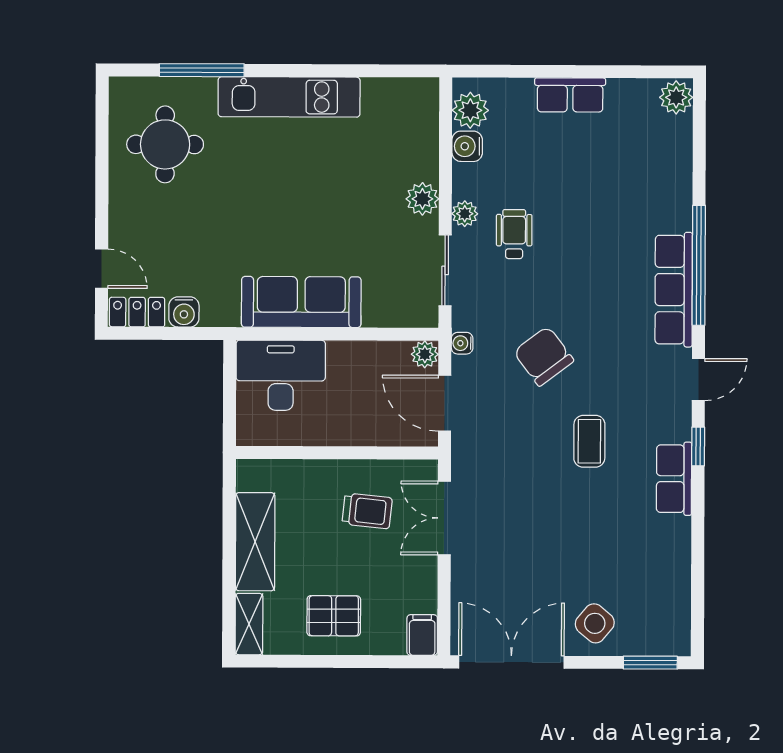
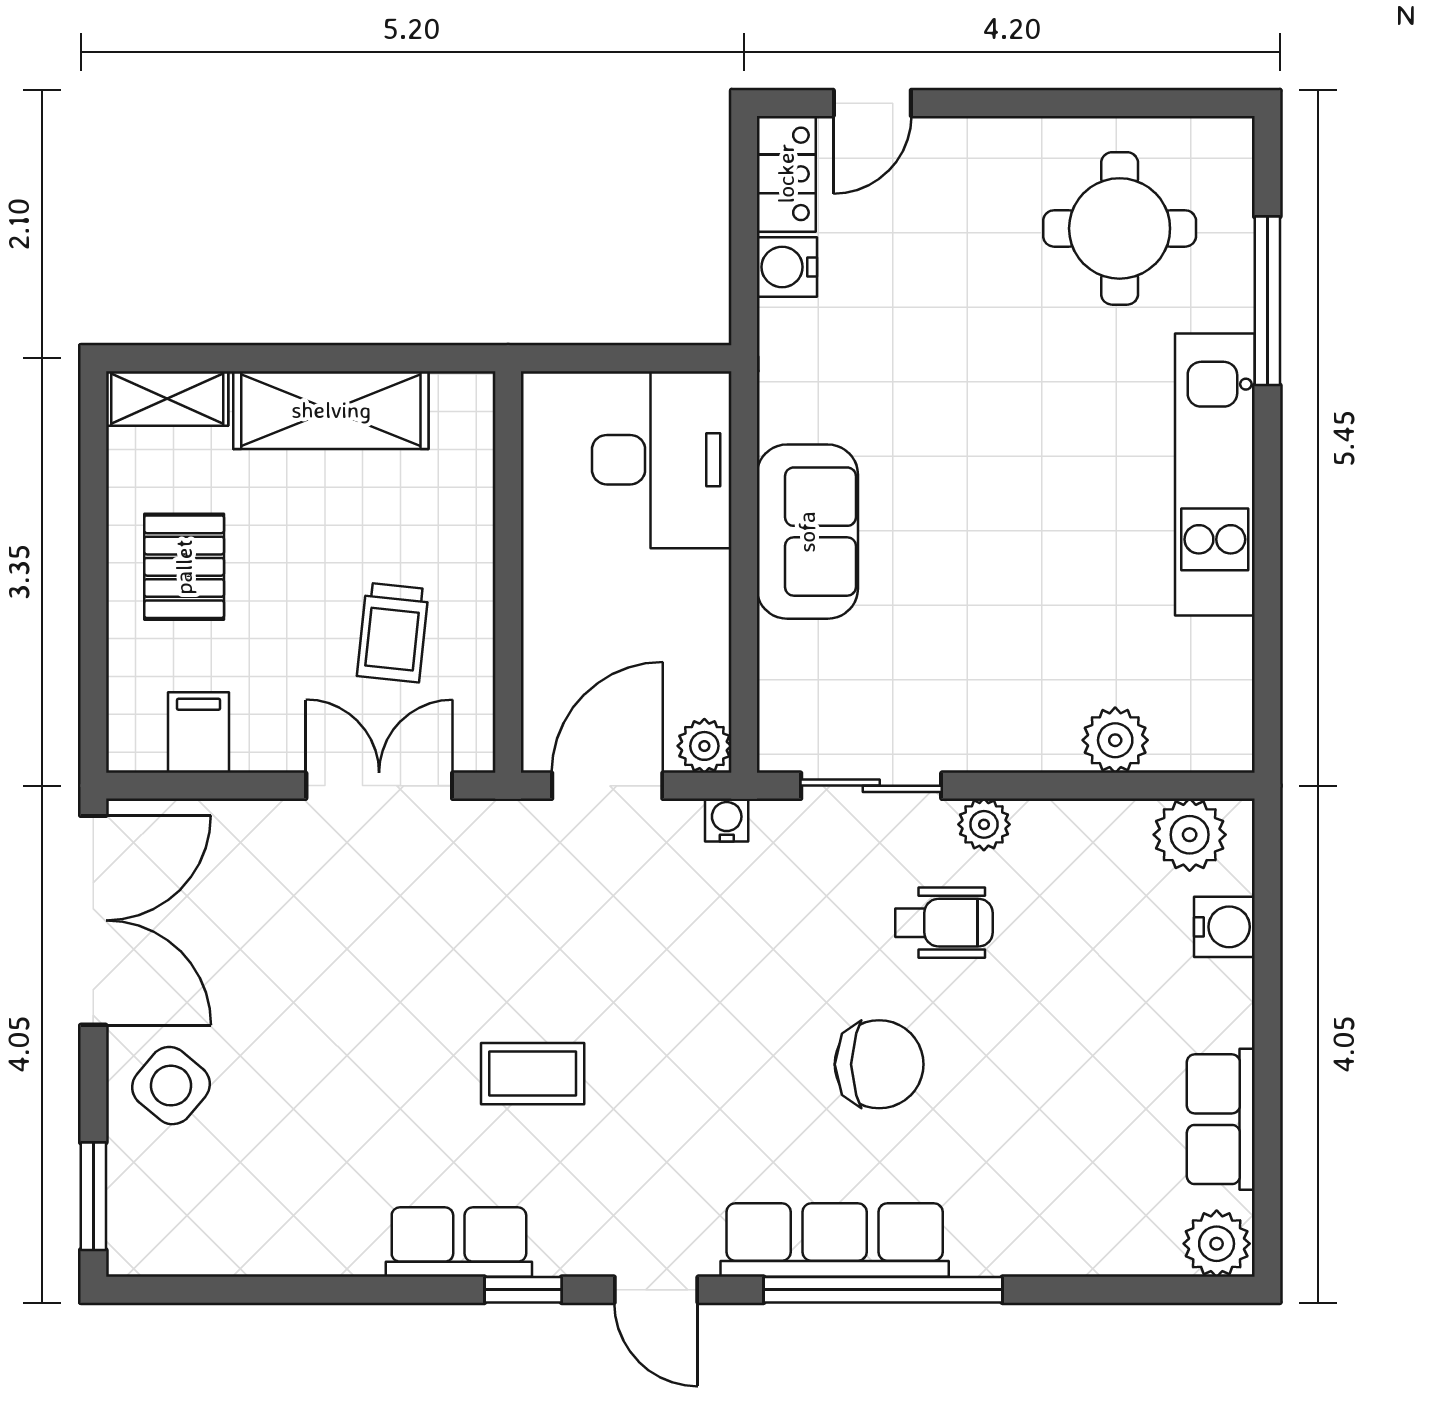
row of seats: (570, 95) -> (1221, 1119), moved
water cooler: (467, 146) -> (1224, 927), moved, turned 90
plant: (422, 199) -> (1115, 740), moved
sofa: (301, 302) -> (807, 532), width x0.73
chair: (544, 356) -> (879, 1064), moved, turned 37
filing cabinet: (422, 635) -> (198, 733), moved, turned -90

